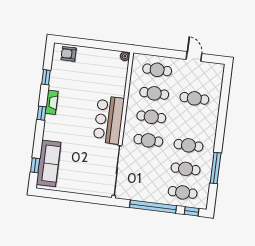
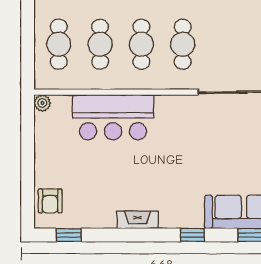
window: (46, 77) -> (69, 235), moved
window: (42, 113) -> (192, 235), moved
bar counter: (109, 120) -> (113, 117), moved

